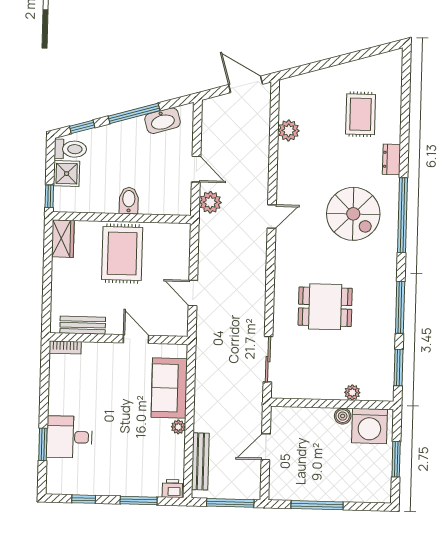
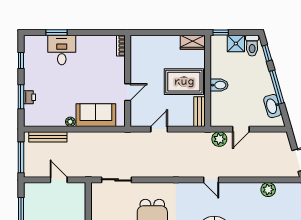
bench: (83, 325) -> (199, 112), moved
printer: (172, 489) -> (29, 97), moved

